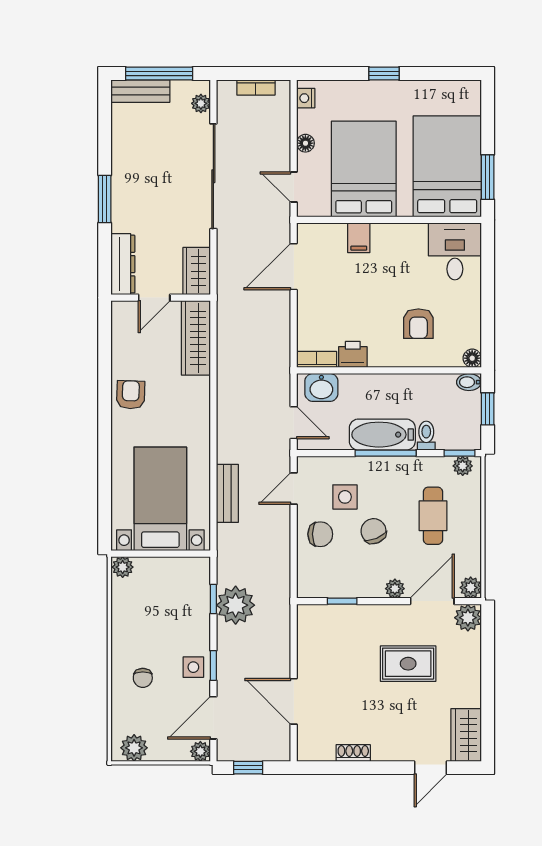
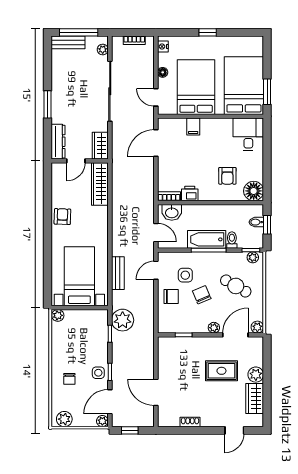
floor lamp: (472, 358) -> (254, 191), width x1.89, depth x1.89
bidet: (469, 382) -> (256, 222), moved
cafe table: (433, 516) -> (236, 286), turned -60
plant: (236, 605) -> (123, 320), moved
plant: (468, 618) -> (256, 375), moved
wardrobe: (466, 735) -> (255, 399), moved

